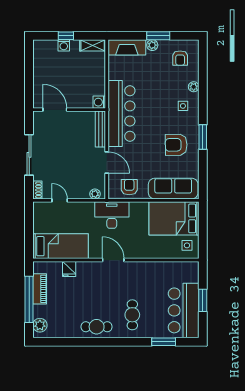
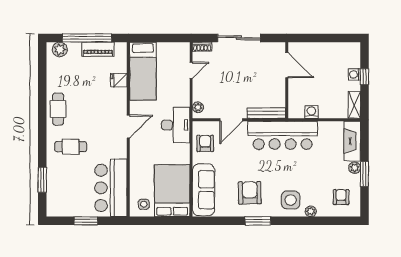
armchair: (180, 58) -> (341, 197), turned 90
washing machine: (99, 102) -> (311, 112), moved
side table: (183, 106) -> (291, 200), width x1.87, depth x1.87
door: (55, 110) -> (287, 65), hinge flipped
armchair: (129, 187) -> (205, 143), turned -90
bar counter: (184, 310) -> (111, 188), moved, turned -90

